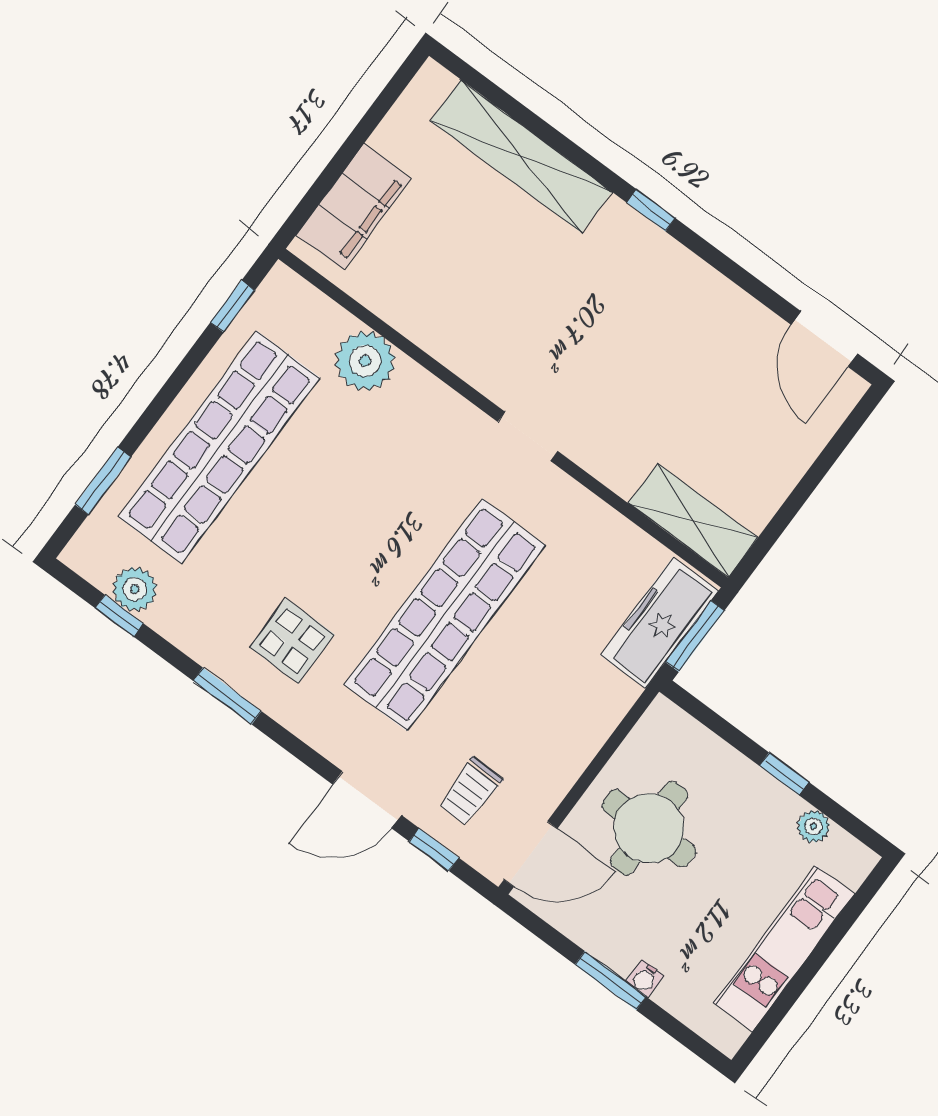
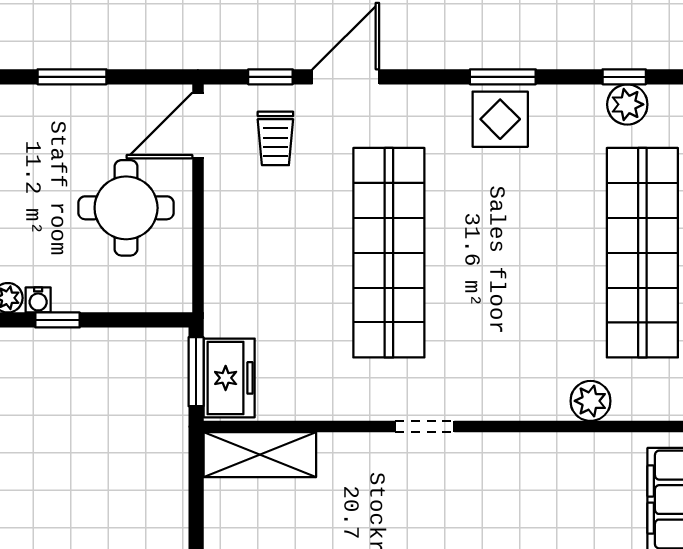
plant: (365, 361) -> (590, 401), width x0.73, depth x0.73
freezer: (659, 623) -> (229, 378), width x0.71
display table: (292, 641) -> (500, 119), moved
trolley: (470, 791) -> (275, 138), turned 180
water cooler: (645, 979) -> (38, 300), moved, turned 180

